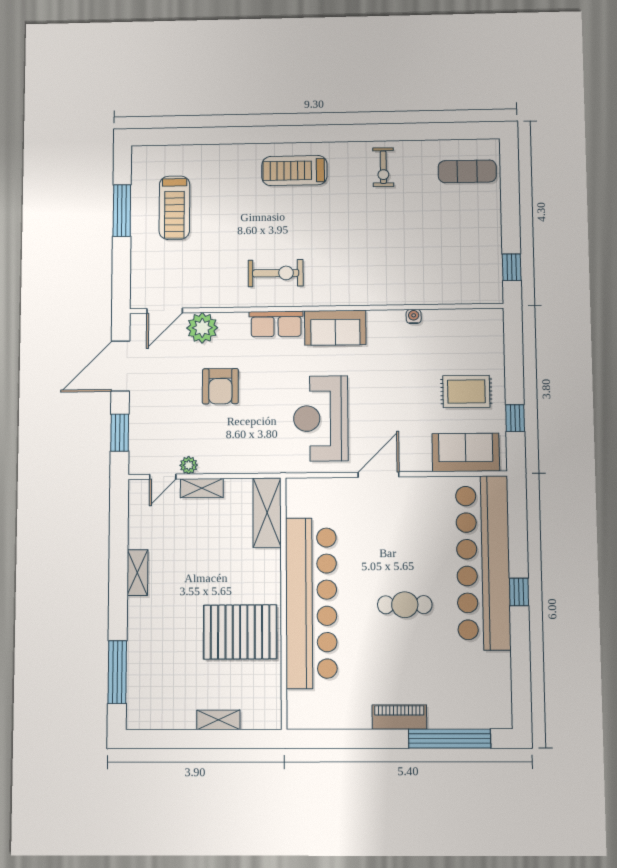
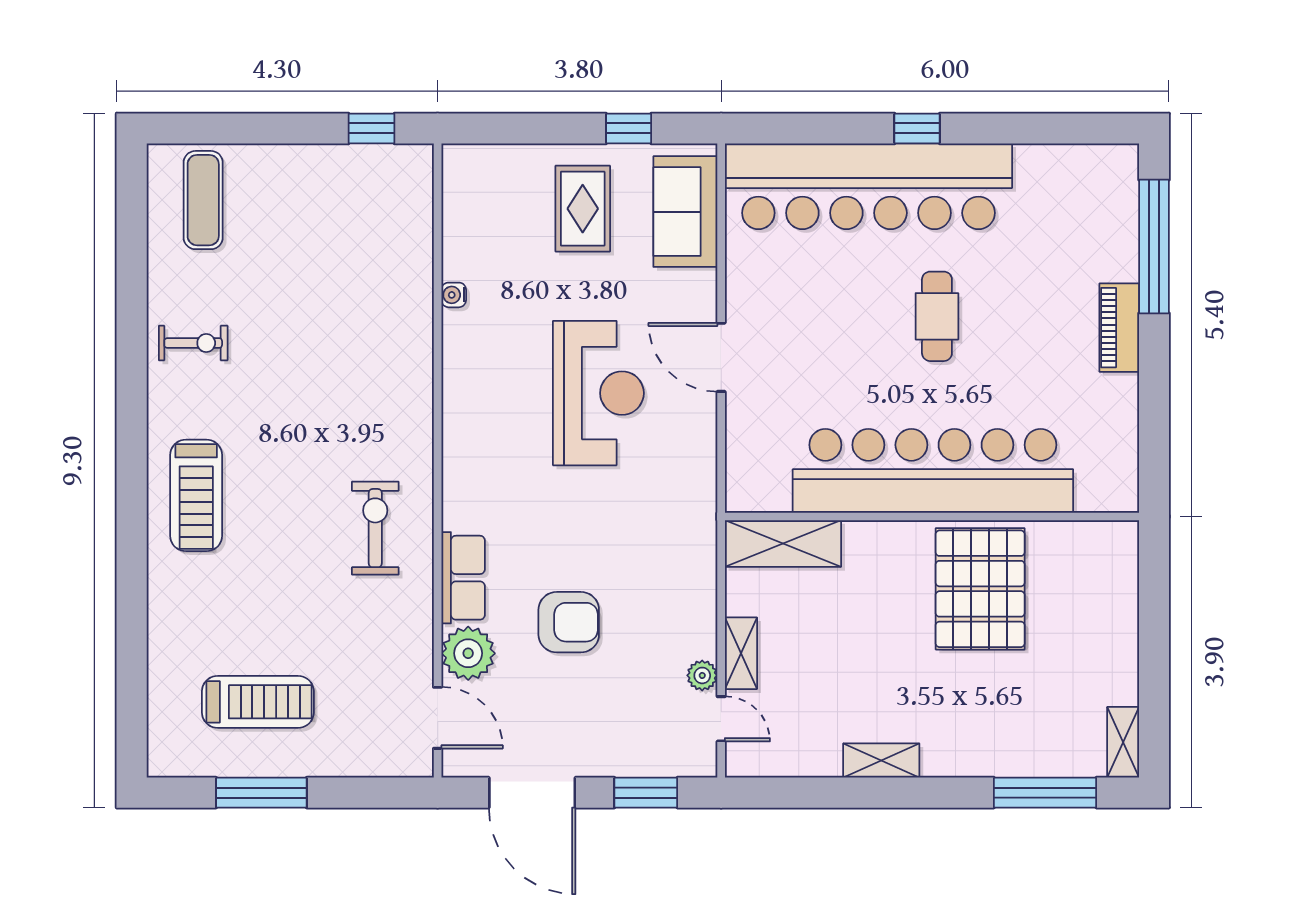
row of seats: (276, 324) -> (463, 578), moved
sofa: (335, 328) -> (471, 427), removed
reception desk: (321, 418) -> (598, 393), moved, turned -90
shelving: (218, 720) -> (1123, 742), moved

